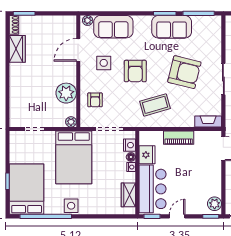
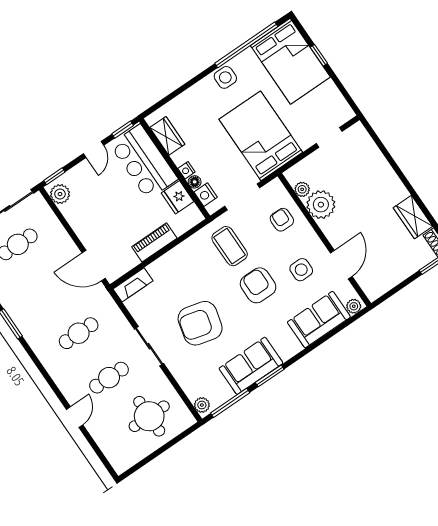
plant: (216, 24) -> (202, 405), added
coffee table: (155, 105) -> (230, 246), moved, turned -74
plant: (71, 122) -> (302, 189), moved

